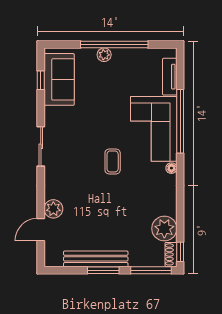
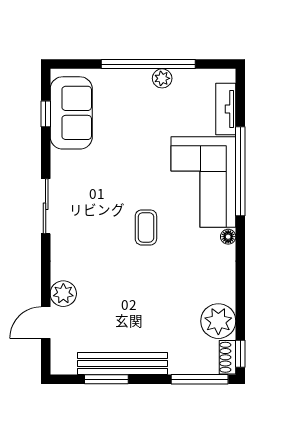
plant: (104, 55) -> (162, 78), moved
window: (103, 270) -> (106, 379), moved

